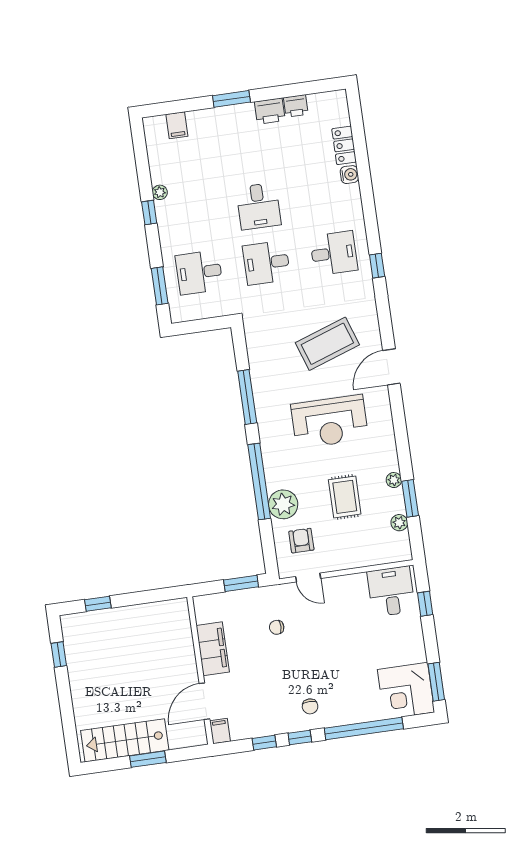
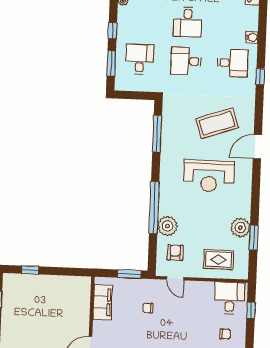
water cooler: (349, 175) -> (252, 37), moved
window: (149, 213) -> (113, 31), moved
desk: (199, 272) -> (140, 59), turned 90
window: (247, 397) -> (157, 134), moved
plant: (394, 480) -> (240, 228), width x1.88, depth x1.88
rug: (345, 497) -> (218, 260), moved, turned 90
plant: (399, 523) -> (243, 253), removed
chair: (394, 644) -> (225, 334), added
filing cabinet: (213, 649) -> (103, 302), moved

